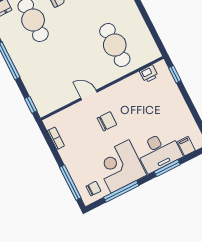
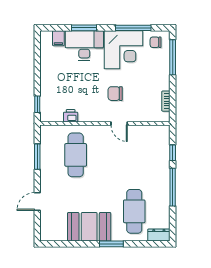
window: (150, 25) -> (37, 157), added
printer: (149, 74) -> (71, 116), moved
window: (31, 105) -> (173, 153), moved

